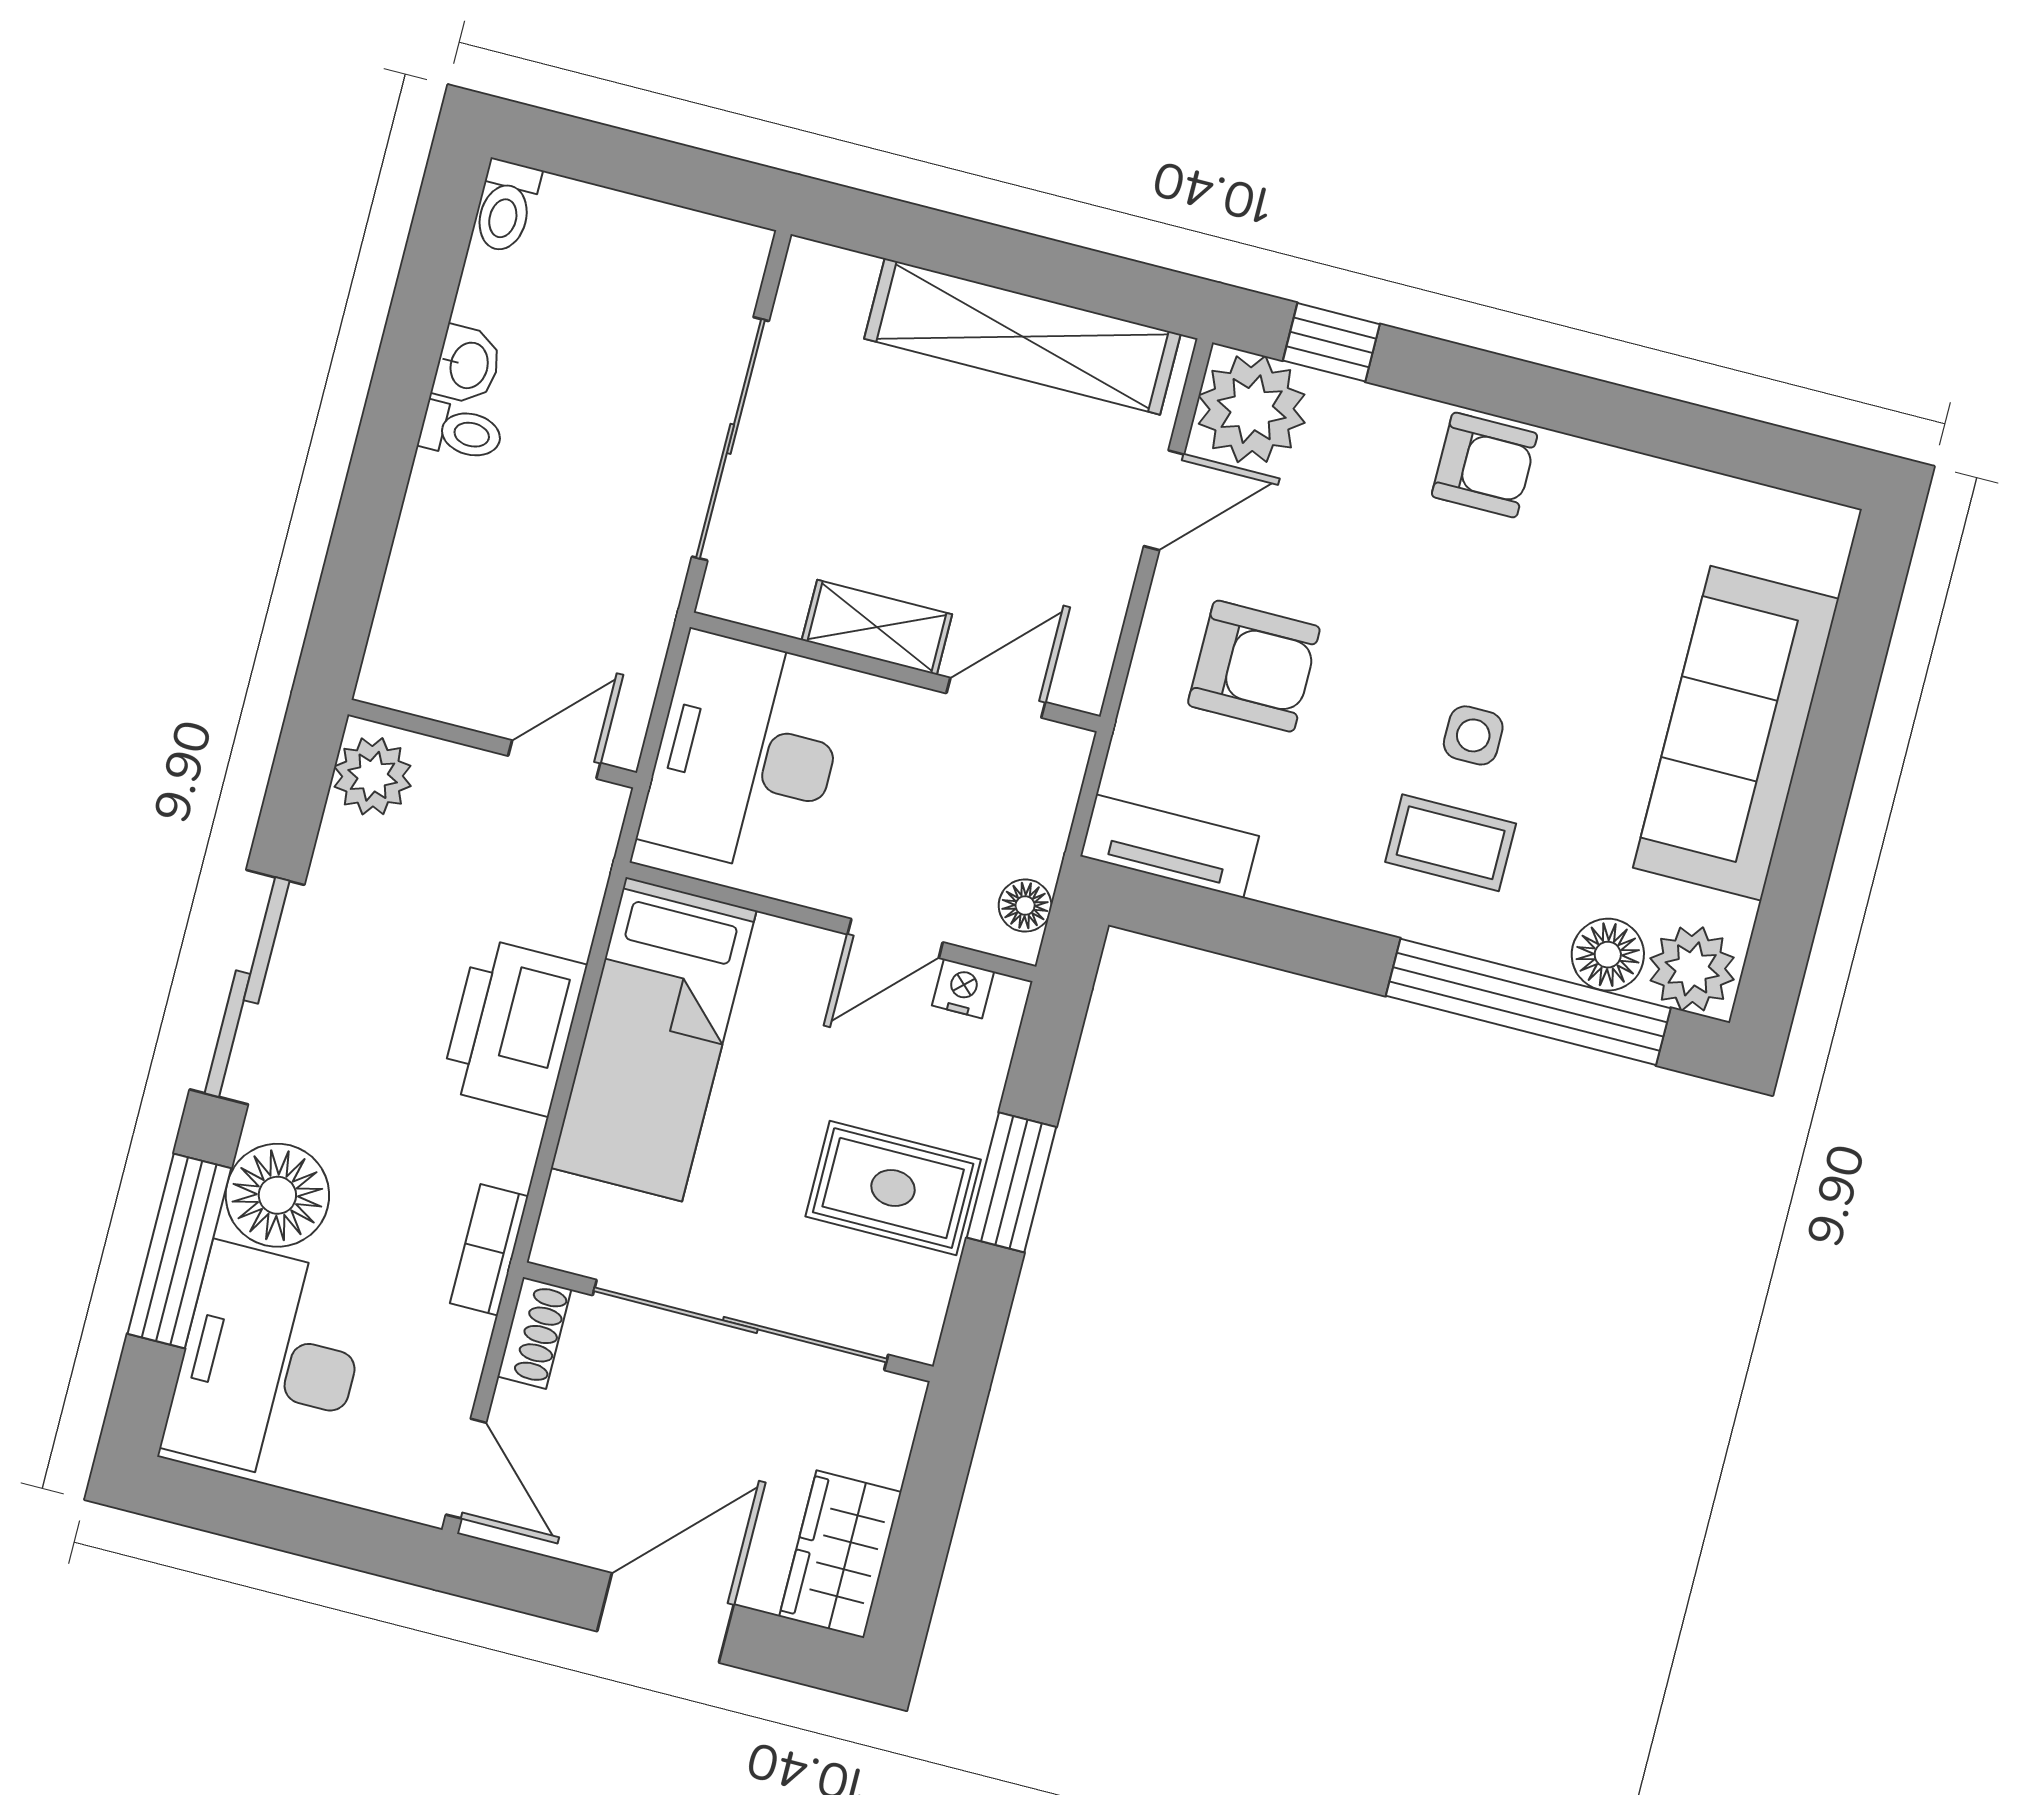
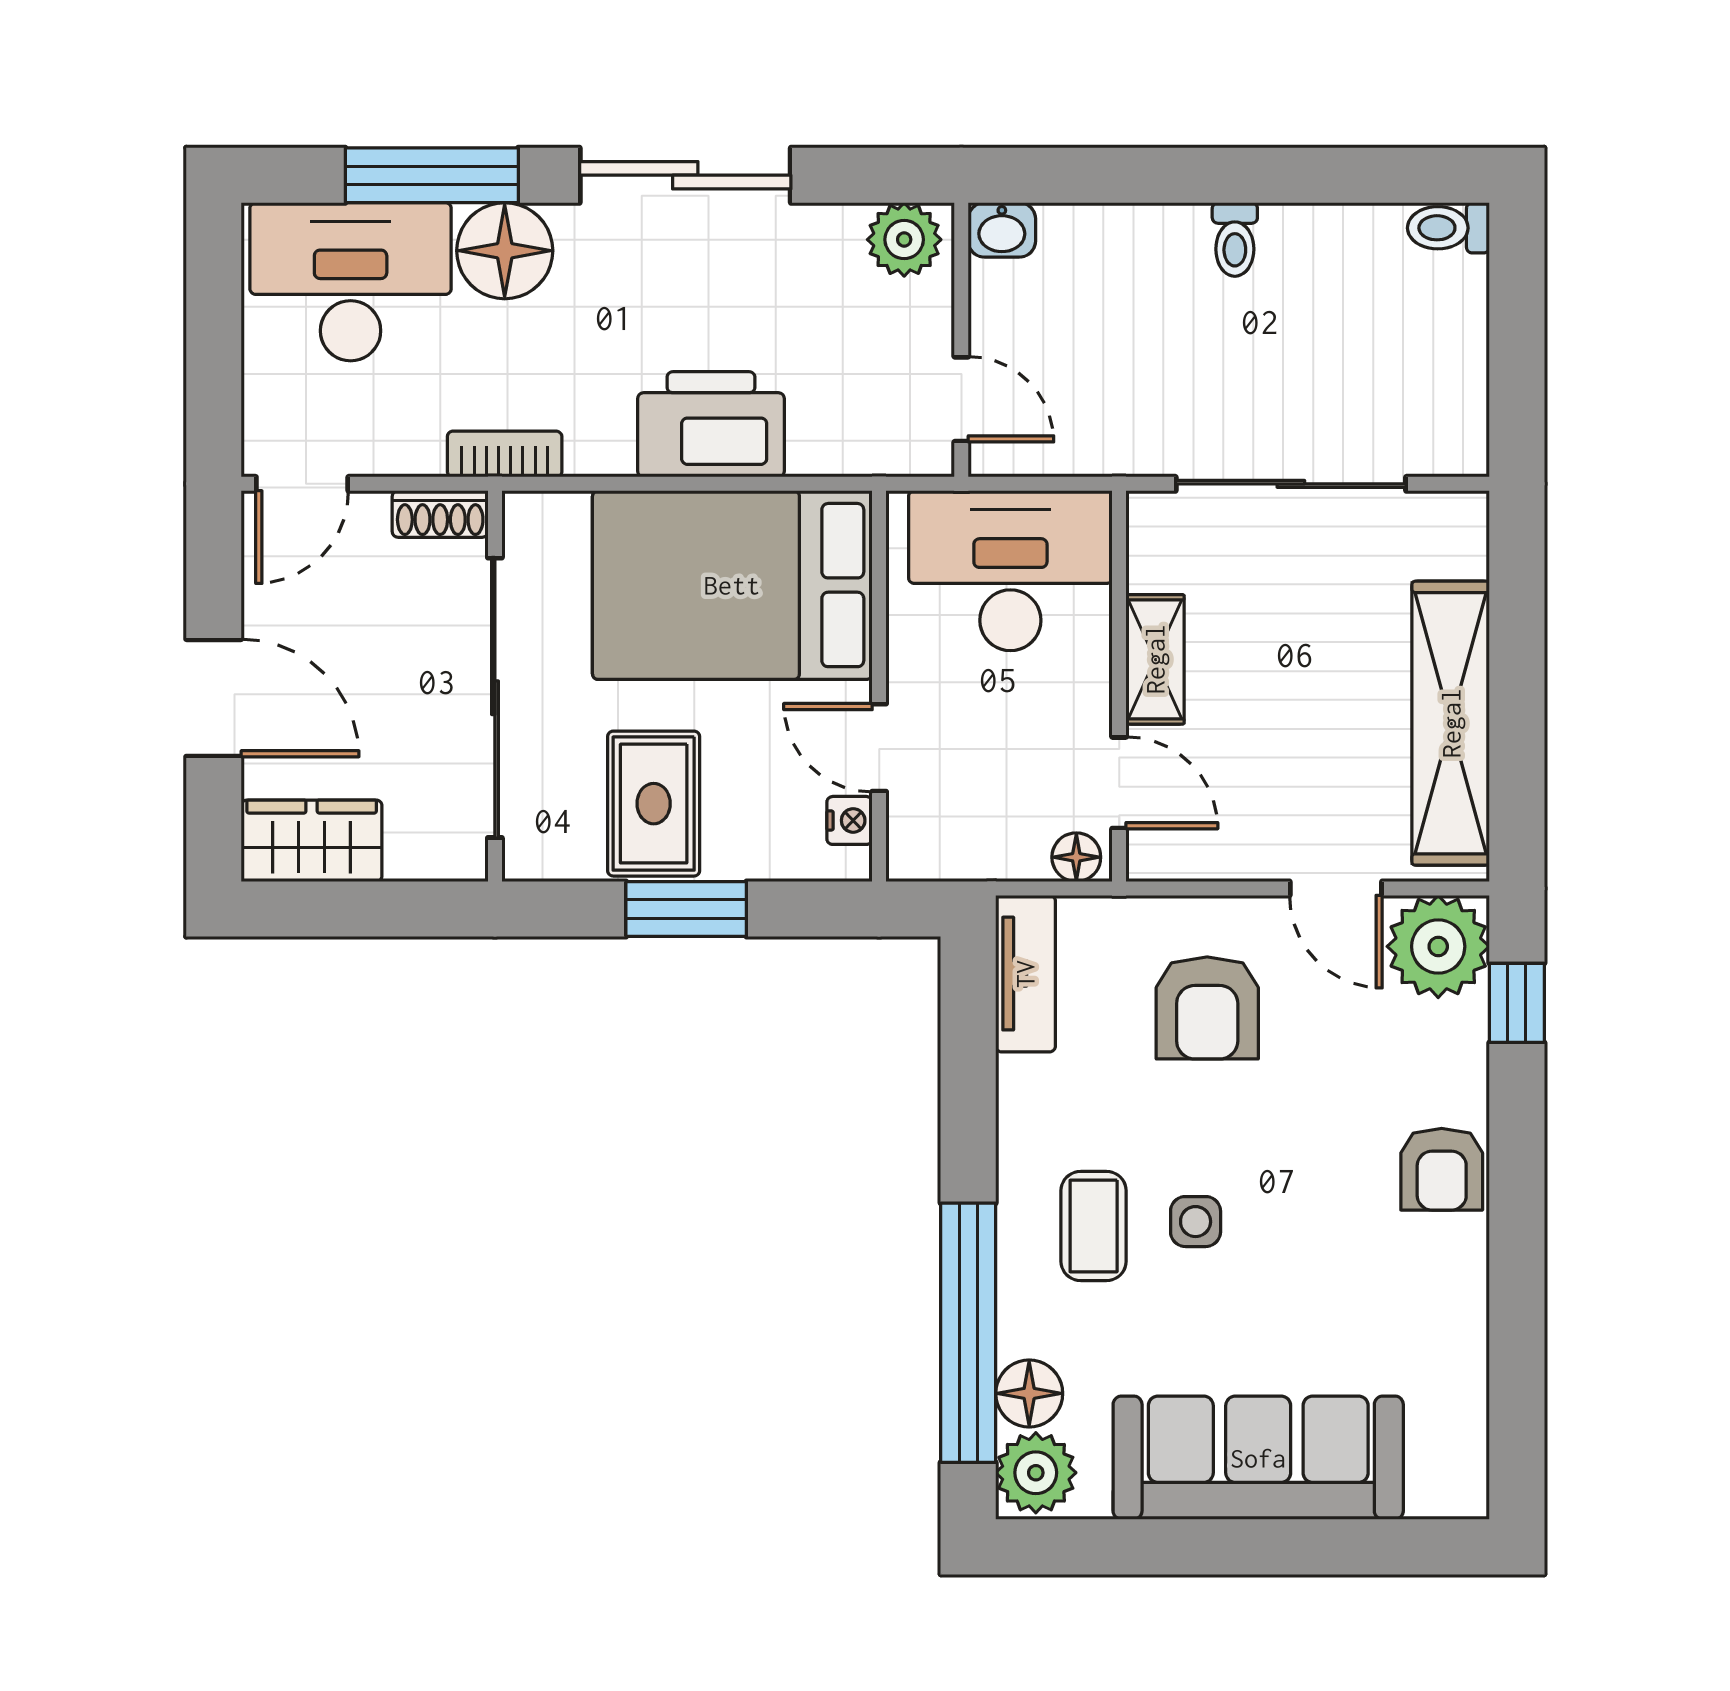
washbasin: (467, 365) -> (1002, 230), moved
floor lamp: (1025, 905) -> (1076, 857), moved
bed: (654, 1039) -> (732, 585), width x1.50

